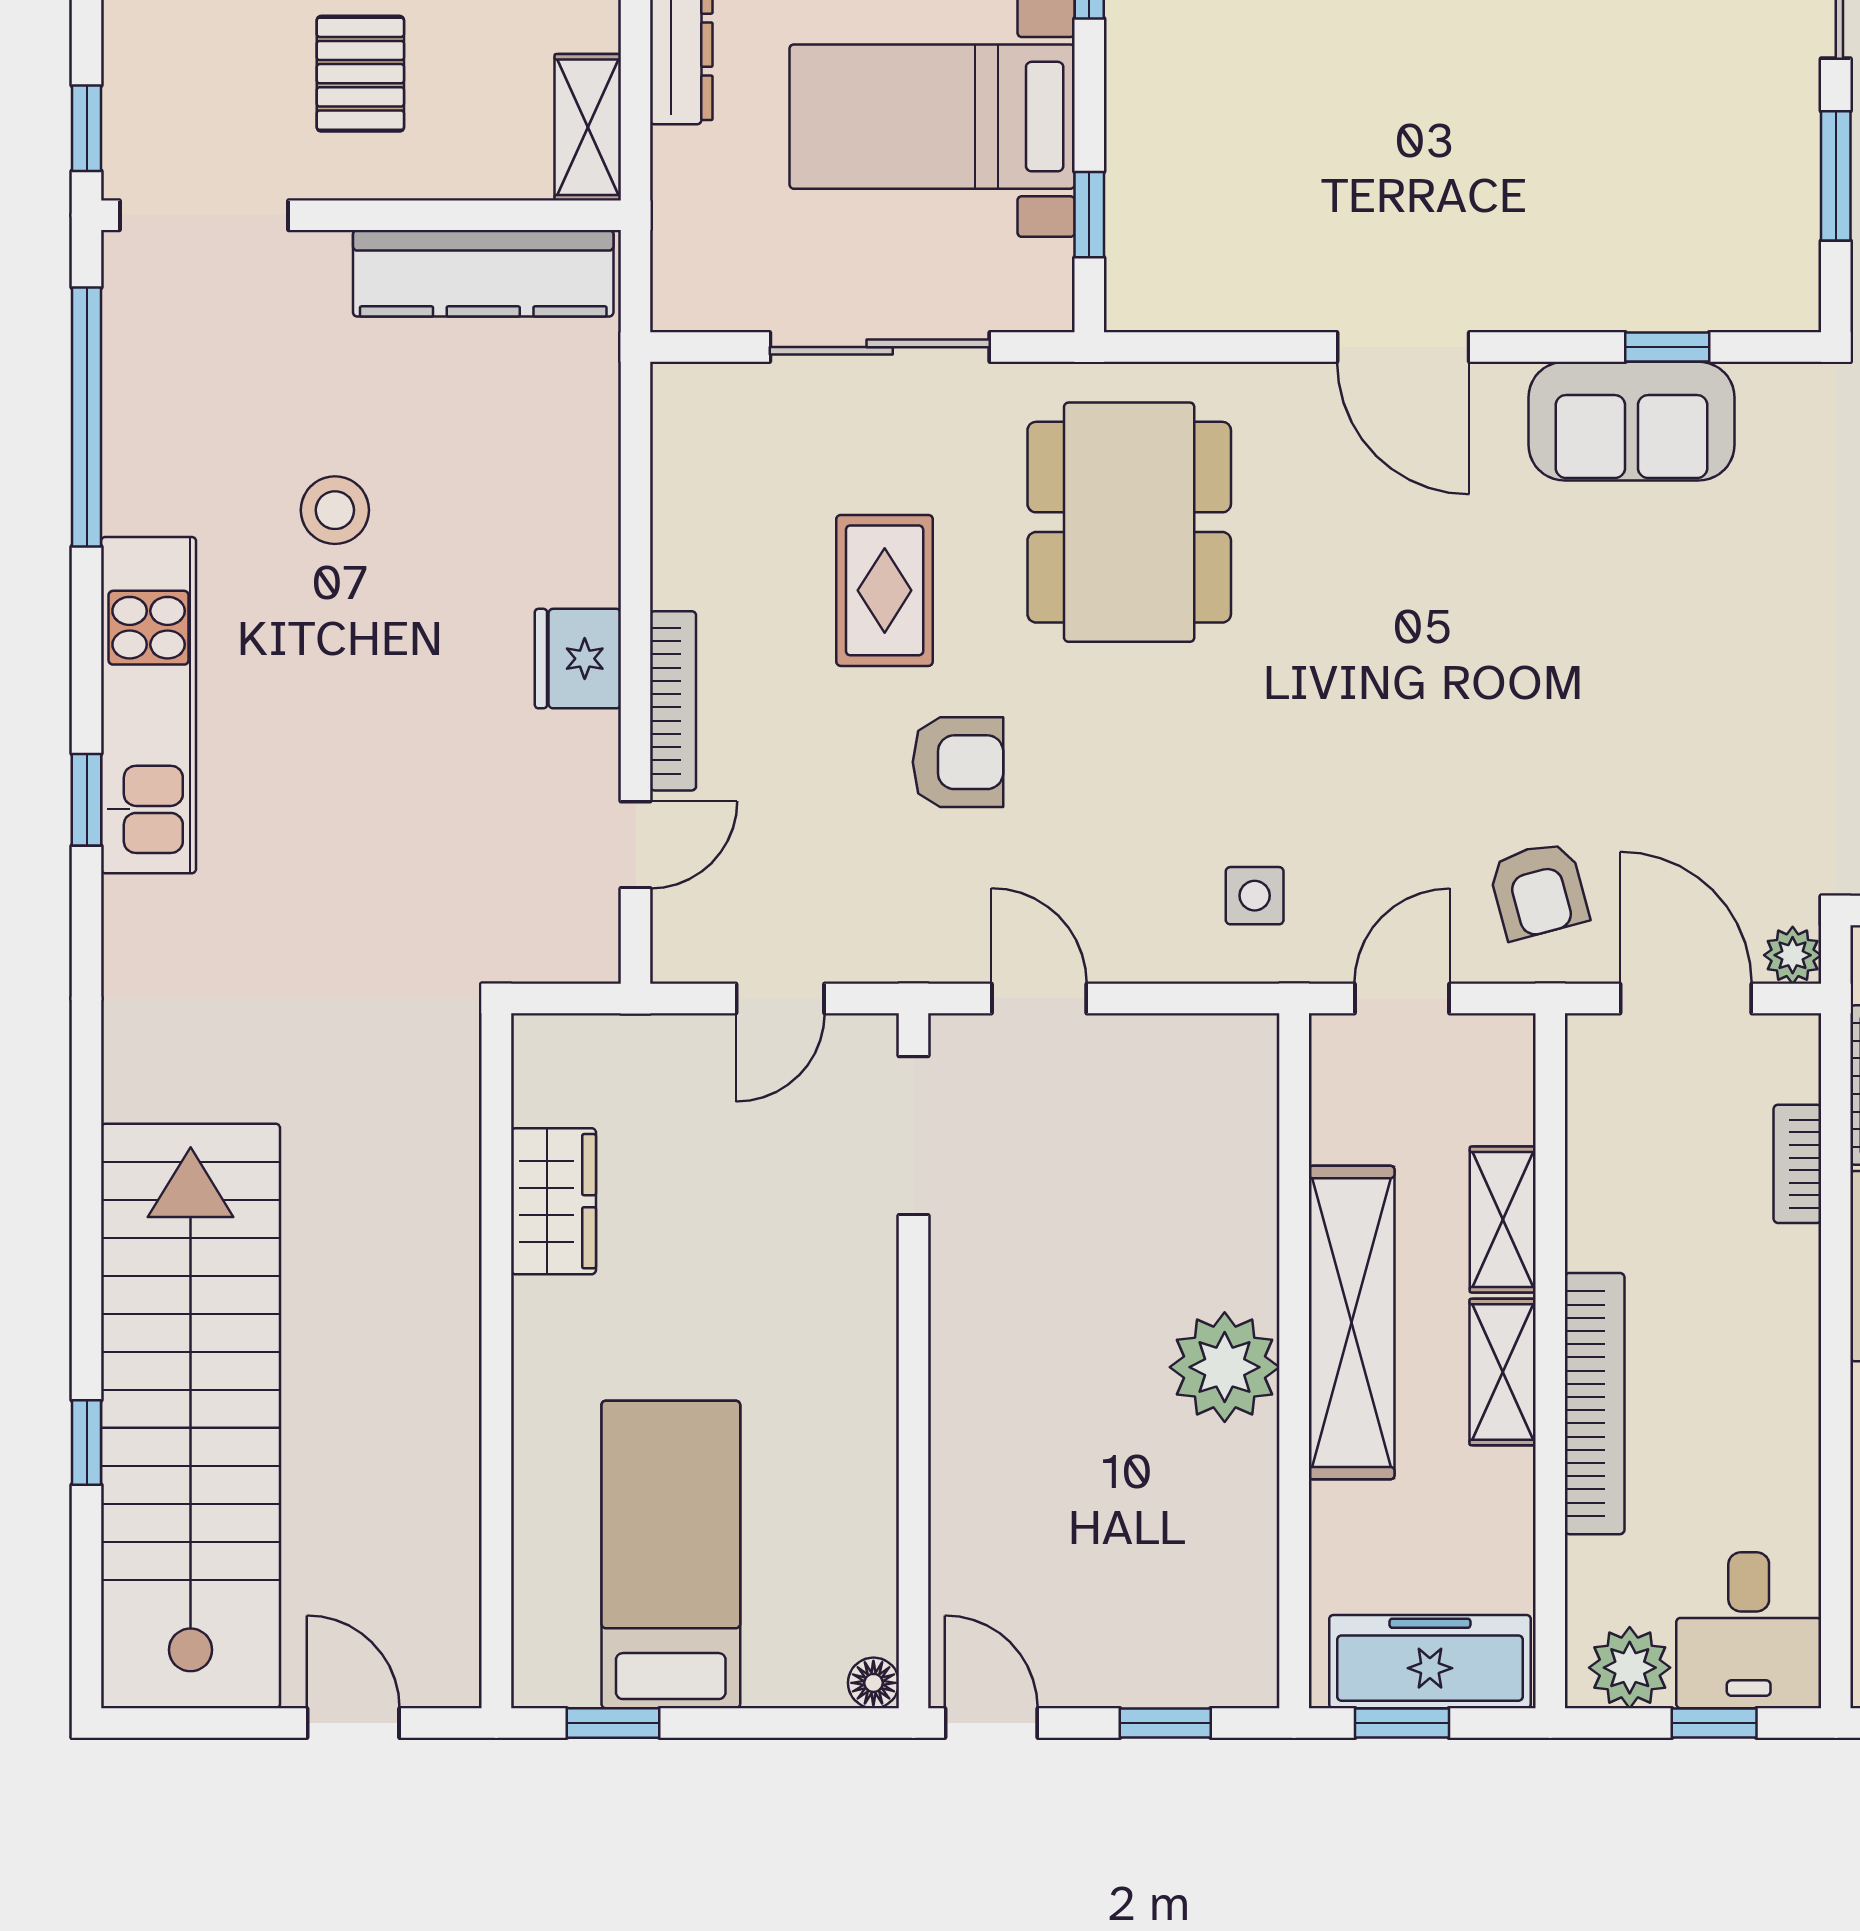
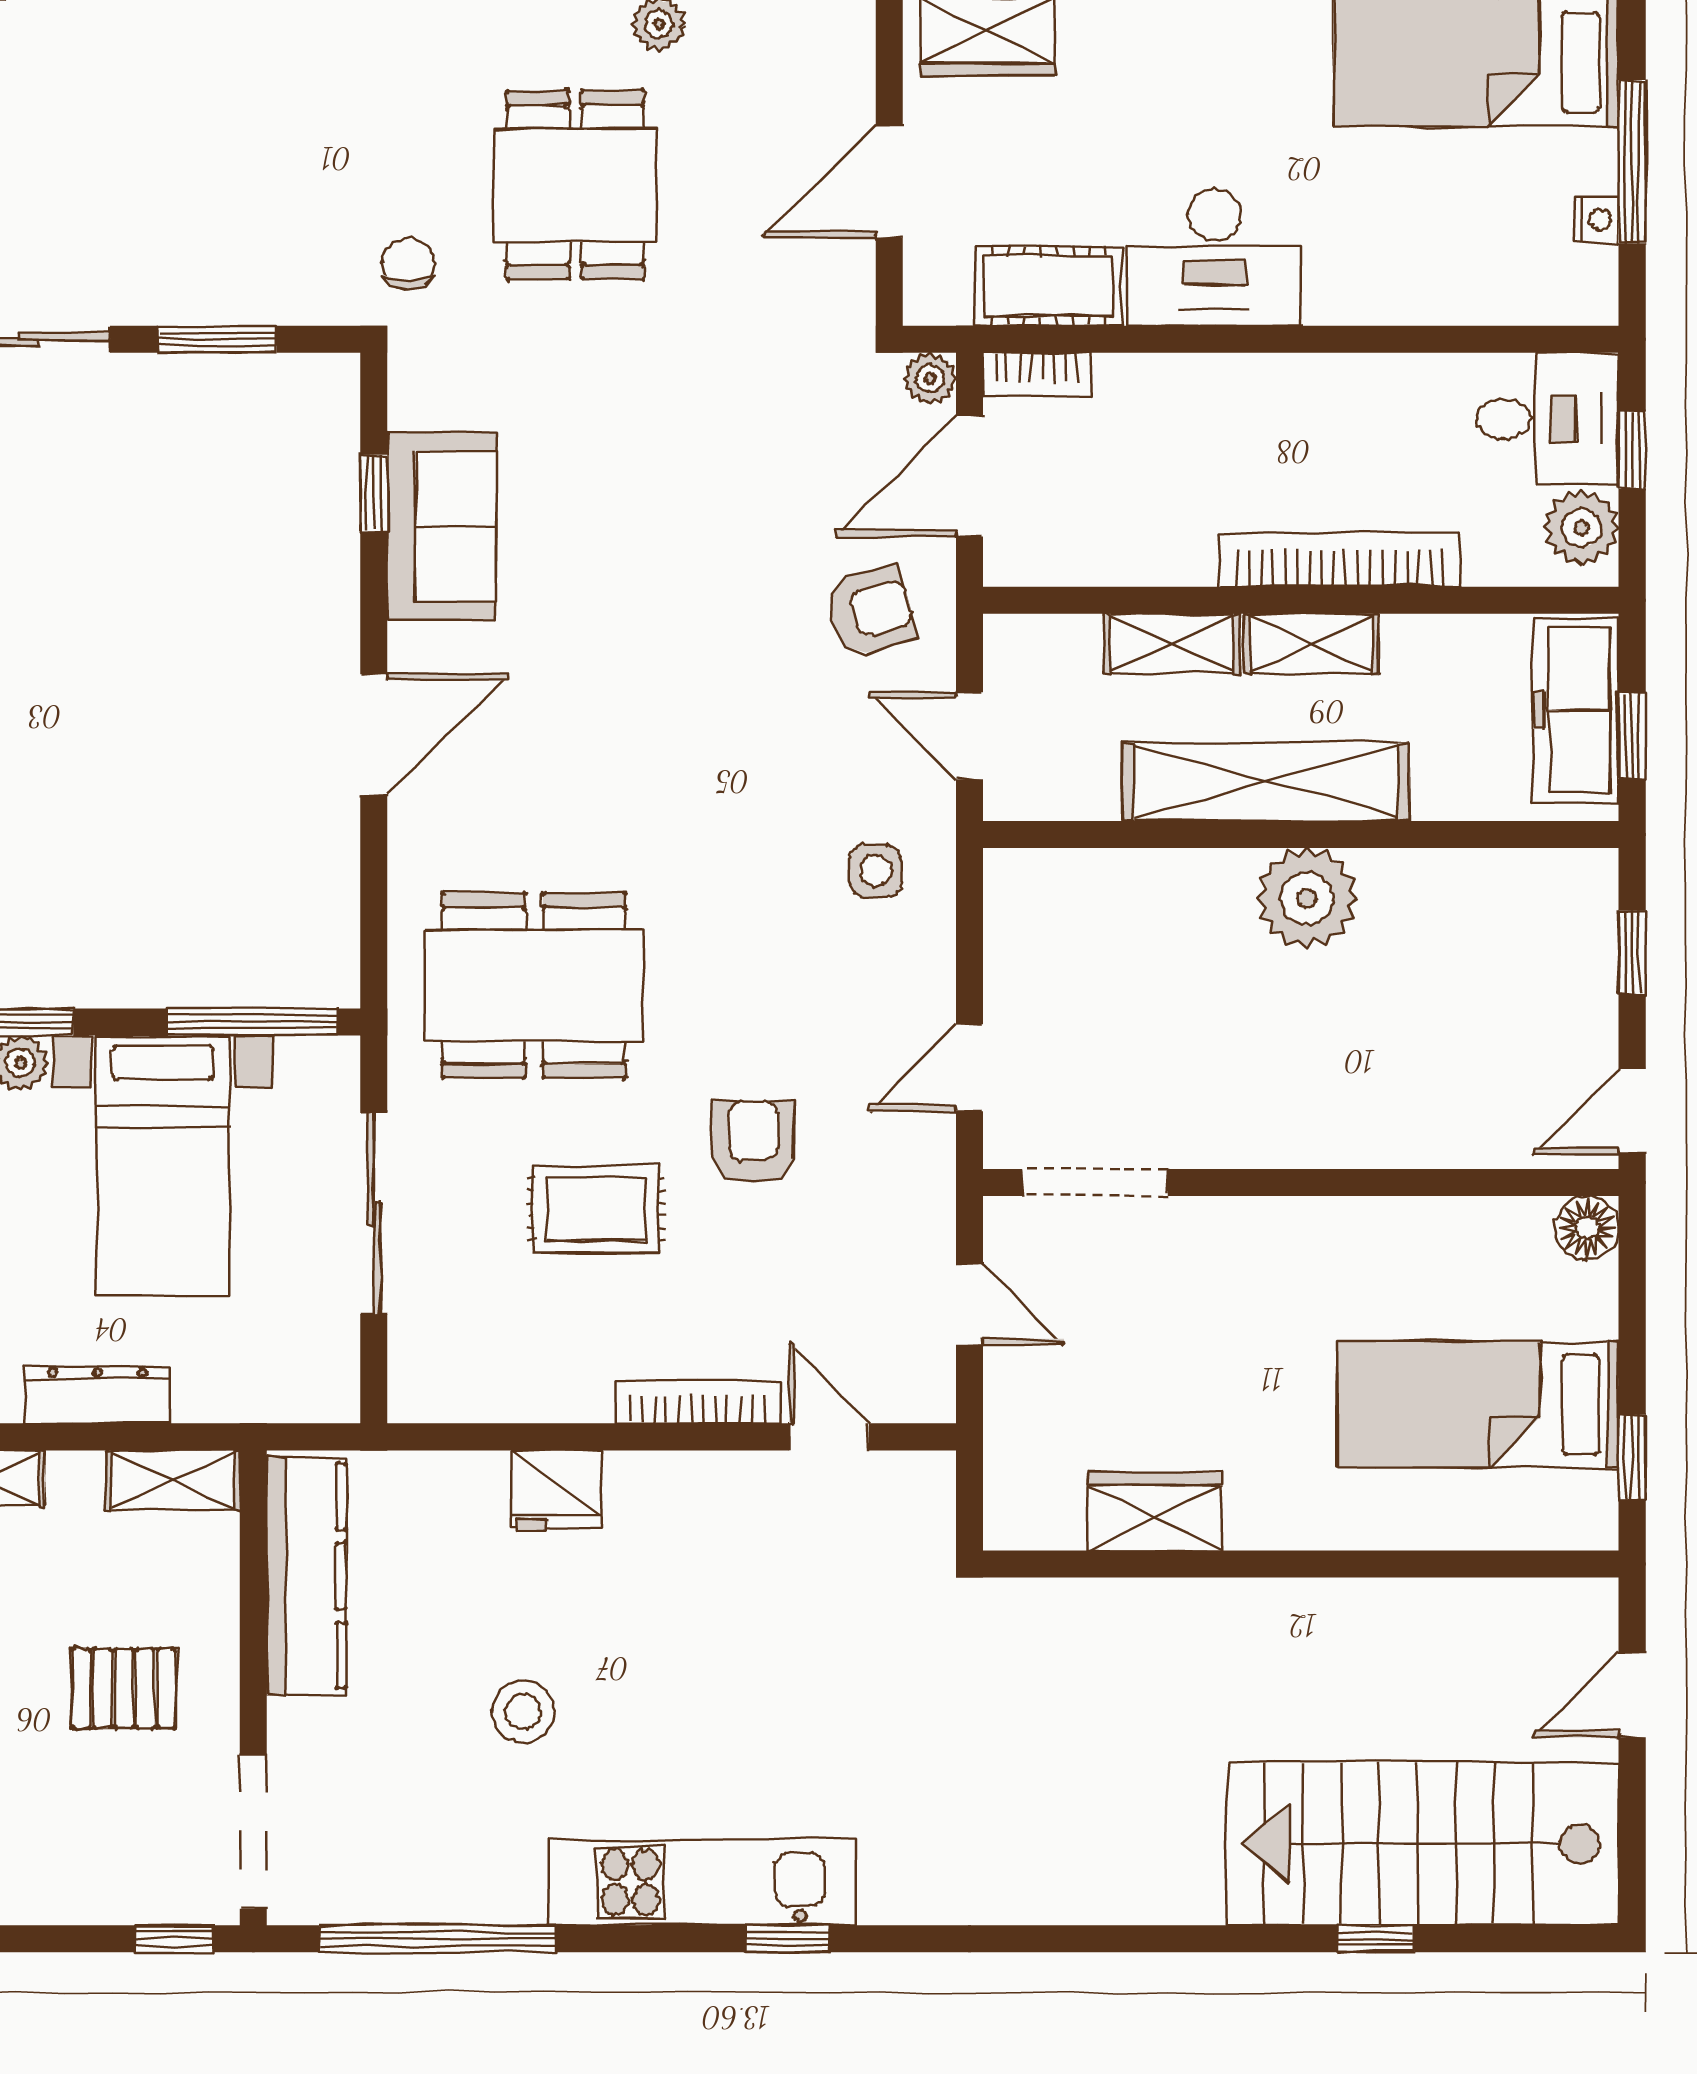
window: (1089, 215) -> (253, 1022), width x2.17
fridge: (578, 659) -> (556, 1490), moved
bookcase: (1797, 1164) -> (1037, 374), moved
stairs: (191, 1416) -> (1423, 1844), width x0.73
floor lamp: (873, 1683) -> (1587, 1228), width x1.37, depth x1.37

